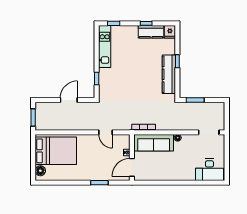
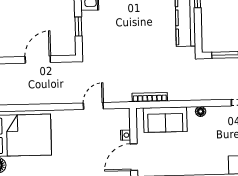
door: (106, 132) -> (93, 106), swing flipped
sofa: (154, 143) -> (165, 120), width x0.73

